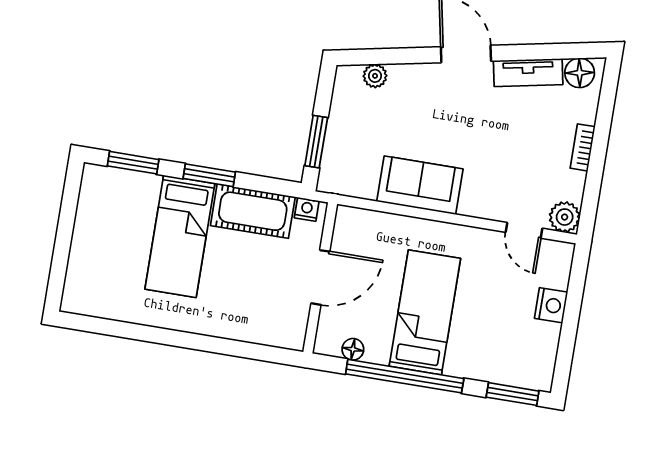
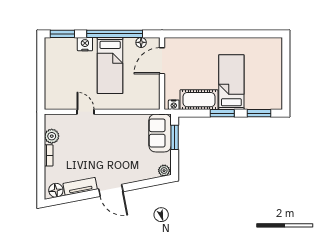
plant: (375, 76) -> (164, 171), moved
sofa: (420, 185) -> (160, 133), moved, turned 90
plant: (565, 217) -> (52, 136), moved
door: (524, 230) -> (86, 112), moved
door: (320, 277) -> (162, 61), moved
nightstand: (551, 305) -> (85, 44), moved, turned 90

